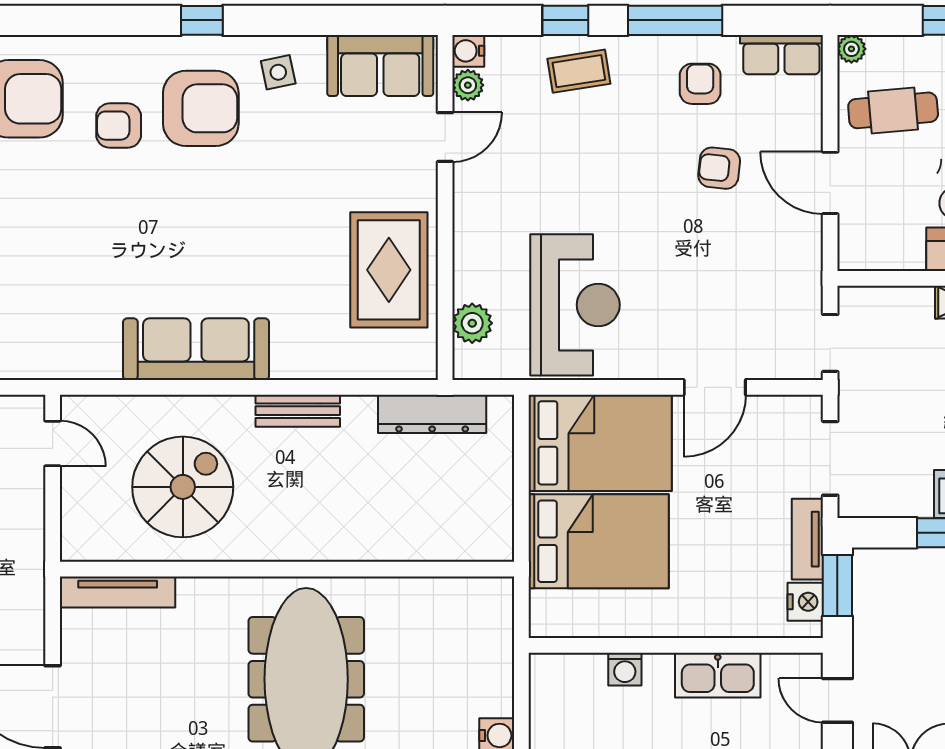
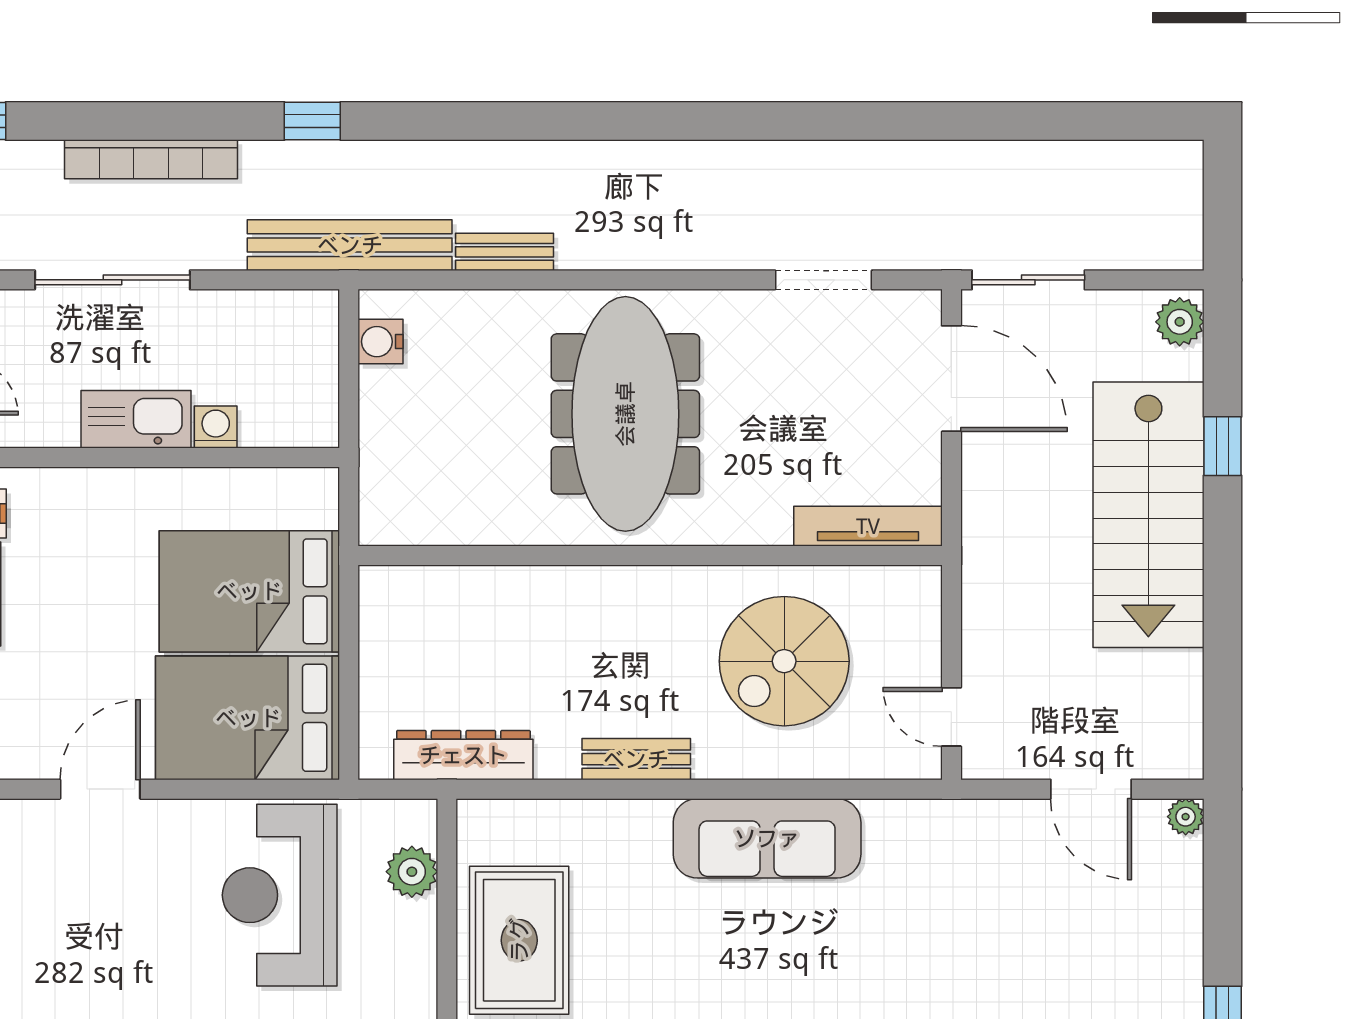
kitchen sink: (718, 675) -> (136, 419), moved

